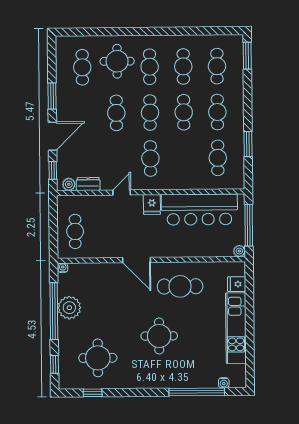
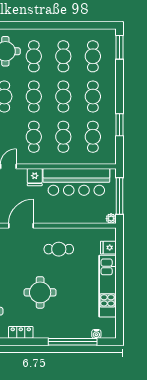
cafe table: (184, 158) -> (63, 137), added
door: (137, 260) -> (21, 226), swing flipped
cafe table: (180, 286) -> (59, 249), width x0.73, depth x0.74
locker: (138, 382) -> (21, 332), added

